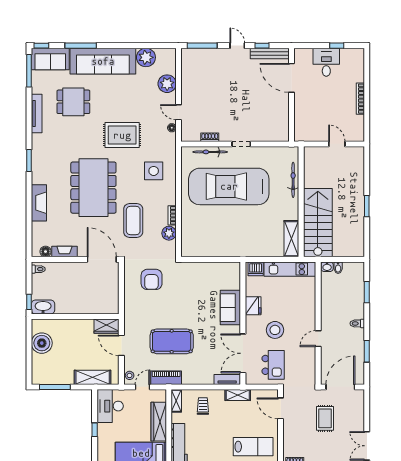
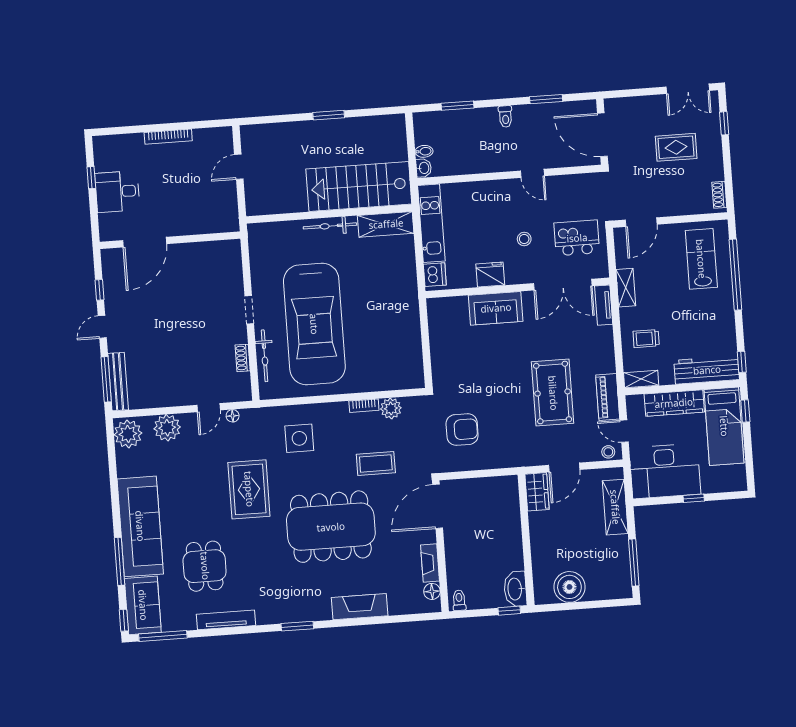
bench: (270, 53) -> (118, 382), moved
plant: (146, 57) -> (128, 434), moved
bicycle: (293, 180) -> (330, 226), moved
coffee table: (133, 220) -> (376, 463), width x0.73, depth x0.76
stool: (275, 330) -> (524, 239), width x0.53, depth x0.53
desk: (110, 406) -> (665, 471), width x1.36, depth x1.30
rug: (325, 418) -> (676, 147), moved

